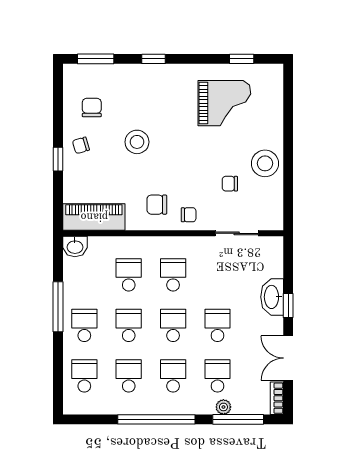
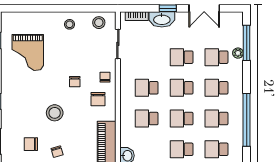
grand piano: (224, 103) -> (28, 52), turned 180
stool: (265, 163) -> (70, 24), width x0.53, depth x0.53
chair: (230, 184) -> (75, 82), moved
stool: (267, 206) -> (99, 23), added
bookcase: (277, 398) -> (137, 16), moved
window: (156, 419) -> (247, 120), moved

